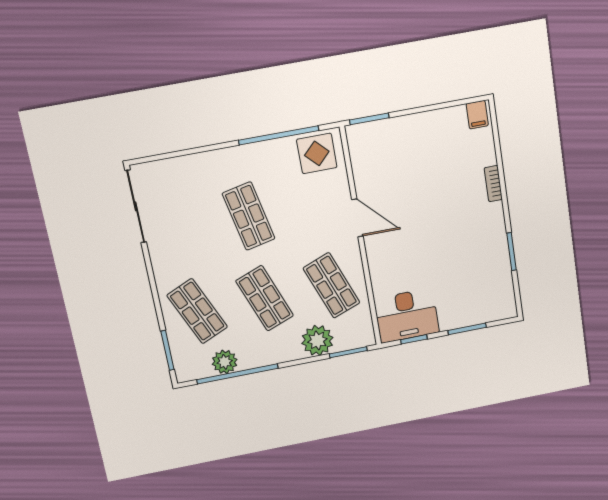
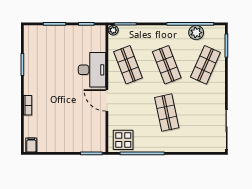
shop shelf: (197, 311) -> (205, 65), turned 48
desk: (407, 316) -> (92, 70), moved, turned 90
plant: (317, 340) -> (113, 30), moved, width x0.53, depth x0.53

